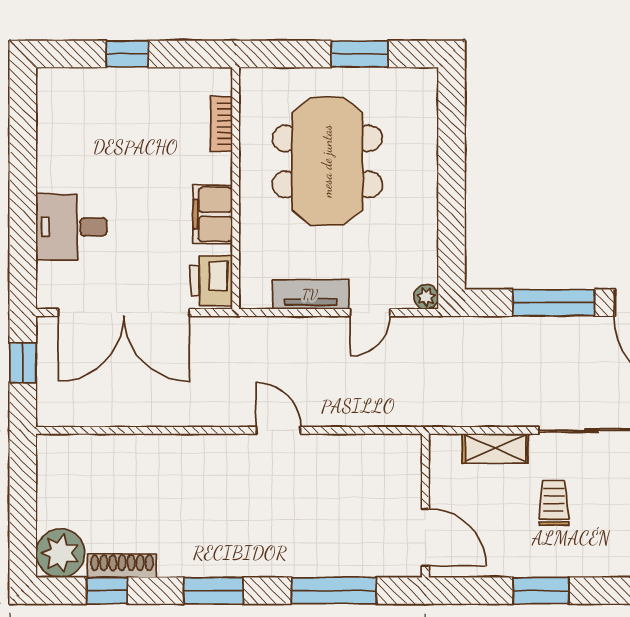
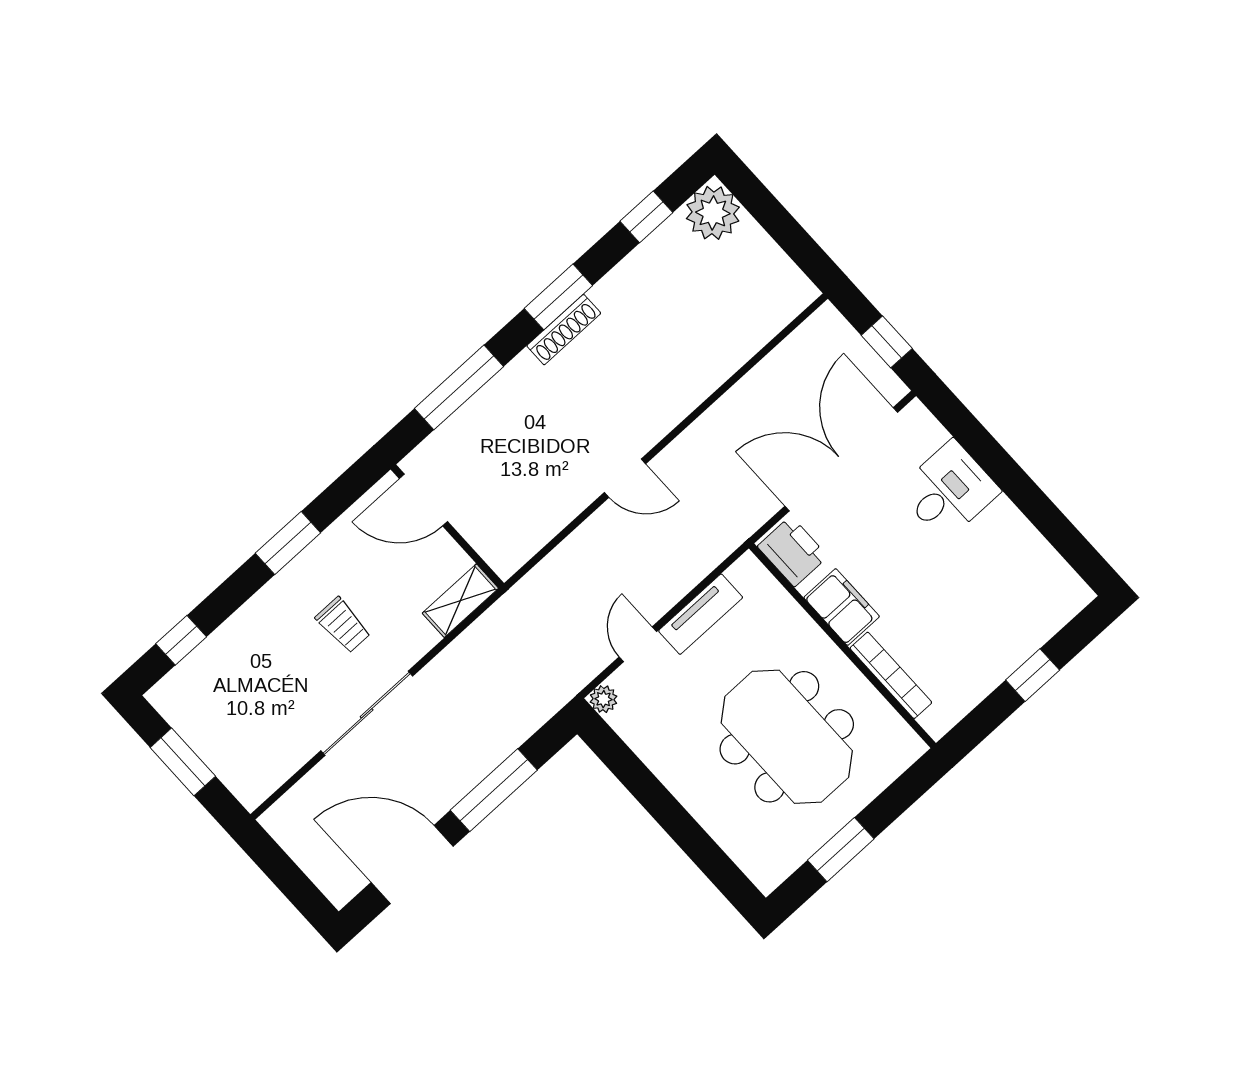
bookcase: (221, 124) -> (891, 675), width x1.56
shelving: (495, 448) -> (460, 601), moved
shoe rack: (122, 566) -> (564, 330), moved

